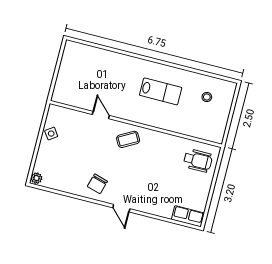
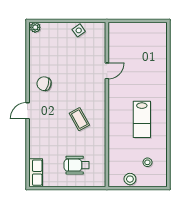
stool: (220, 120) -> (130, 179), added
coffee table: (128, 139) -> (79, 119), moved
wheelchair: (198, 161) -> (77, 165), moved, turned 90

